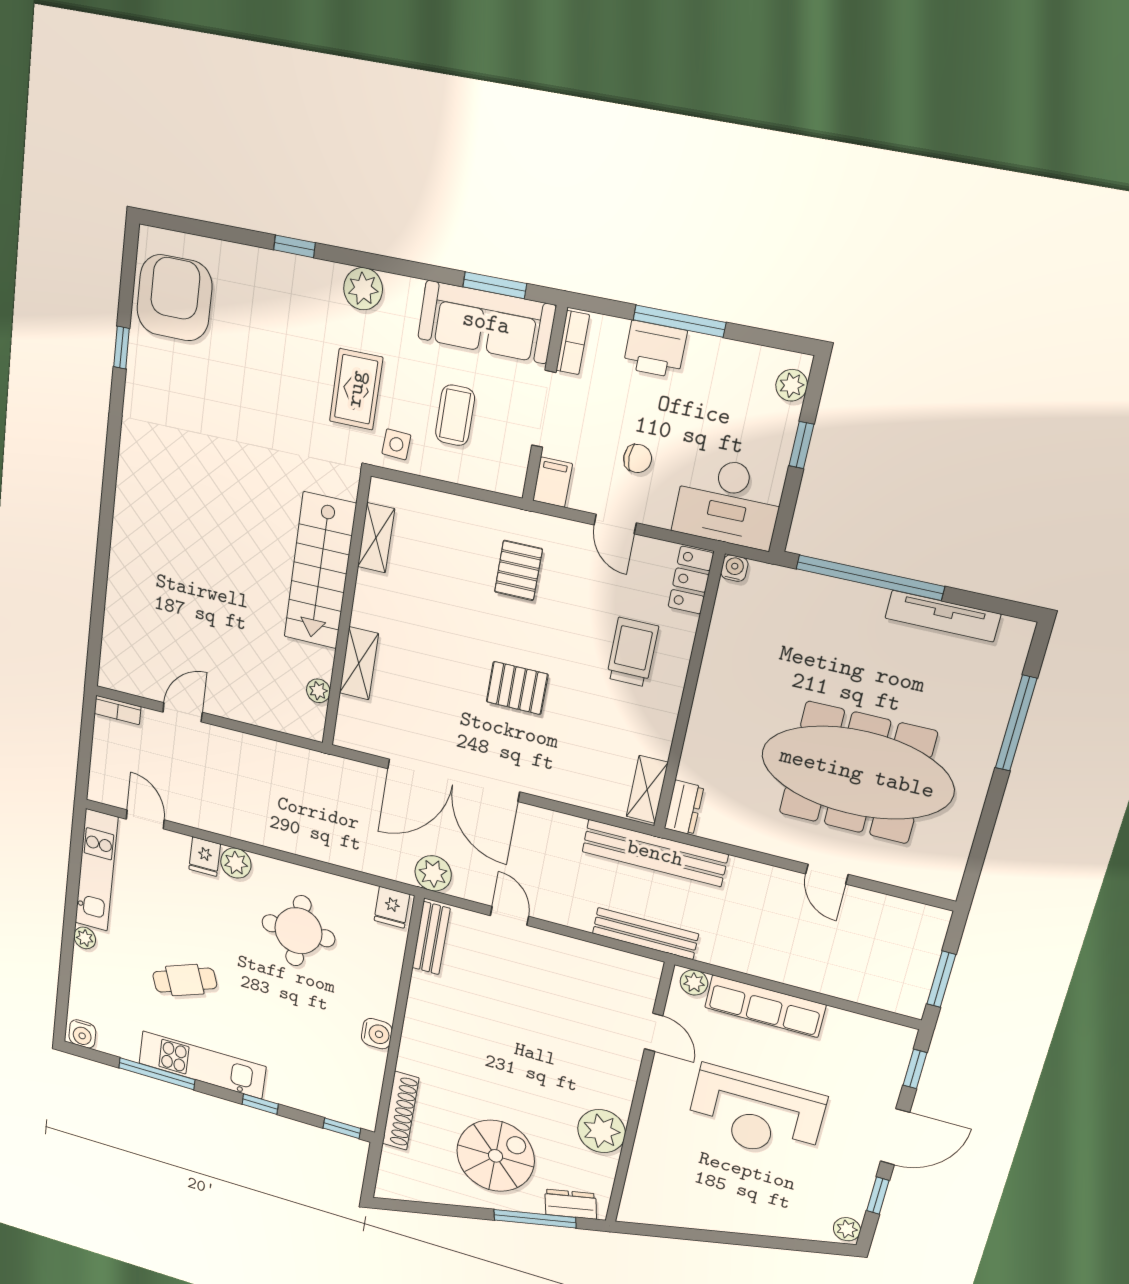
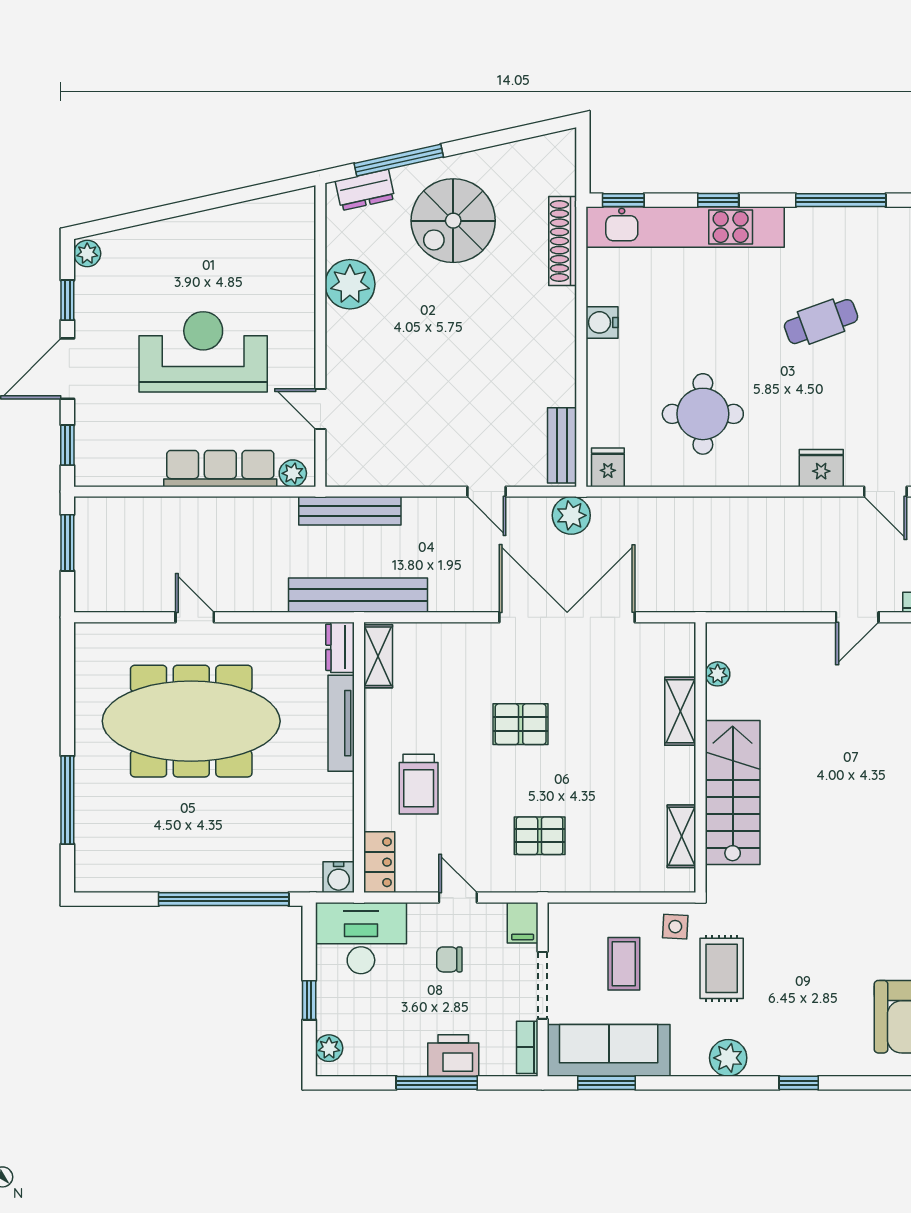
water cooler: (734, 568) -> (339, 877), width x1.38, depth x1.38
pallet: (518, 570) -> (540, 836), turned 90
tv unit: (943, 616) -> (341, 723), moved, turned -90
fridge: (205, 857) -> (821, 468), width x1.38
plant: (236, 863) -> (780, 470), removed
kitchen unit: (202, 1065) -> (685, 227), moved, width x1.36

